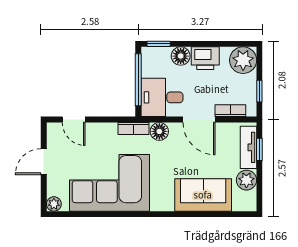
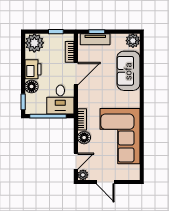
floor lamp: (159, 131) -> (84, 138), moved
plant: (246, 180) -> (133, 41), moved
plant: (54, 204) -> (83, 175), moved

